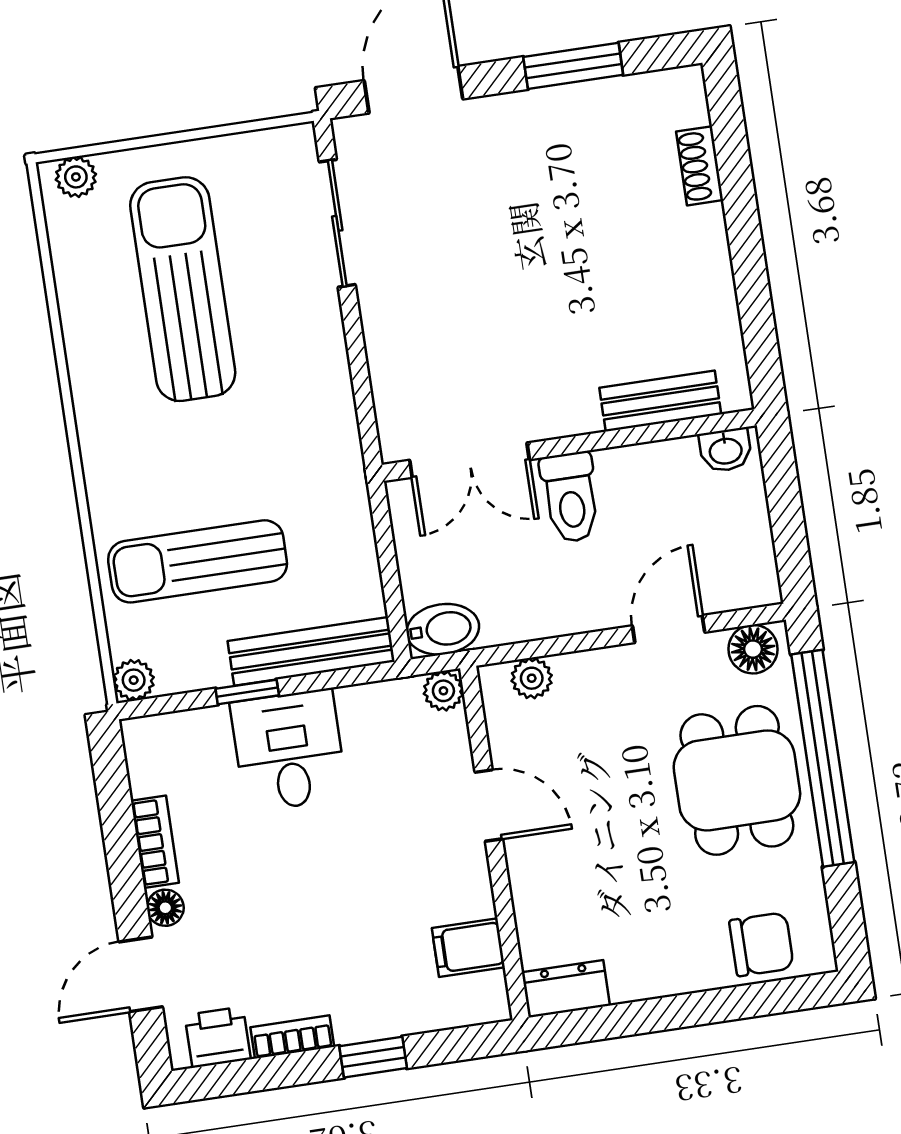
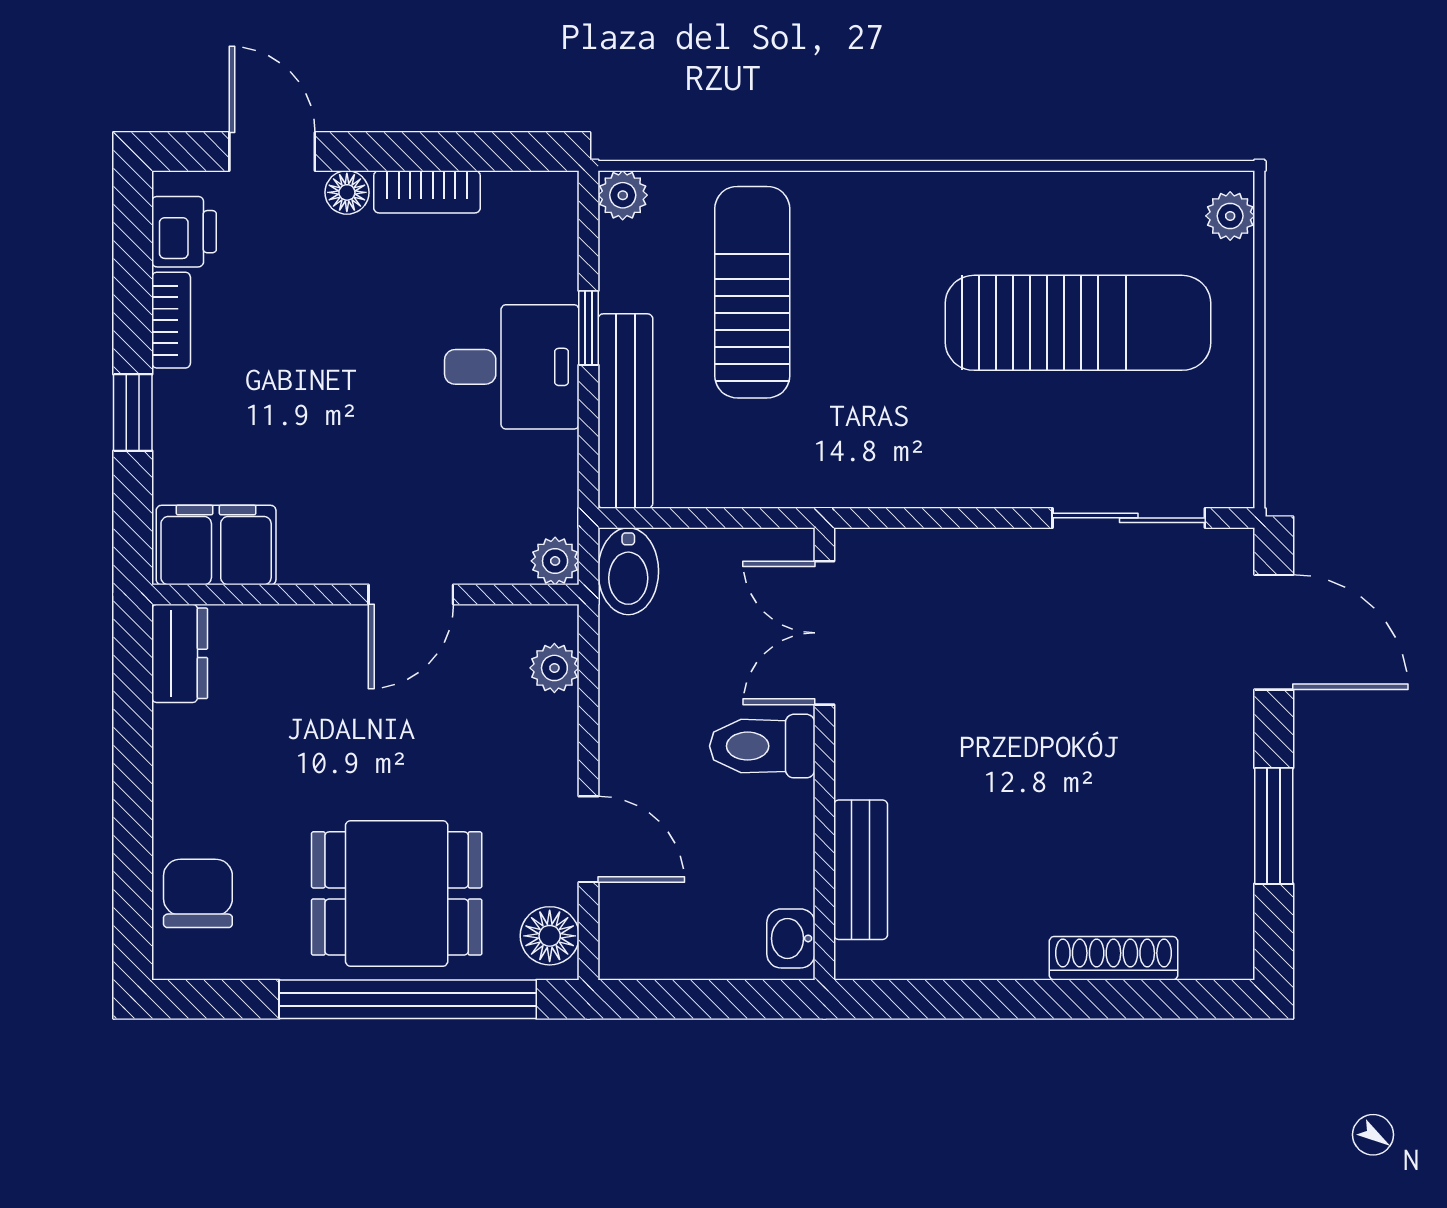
shoe rack: (700, 166) -> (1113, 958), width x1.43
chair: (761, 944) -> (198, 893), turned 180
filing cabinet: (468, 948) -> (216, 545), width x2.00

